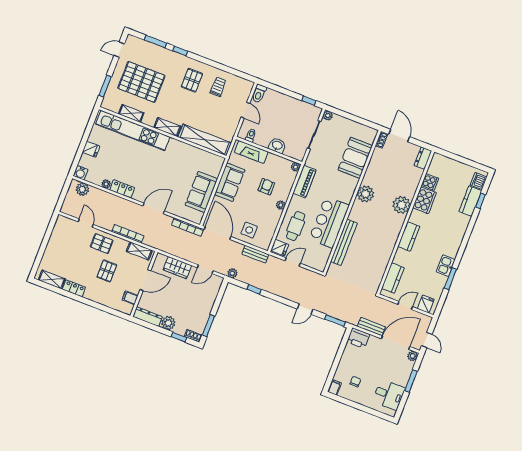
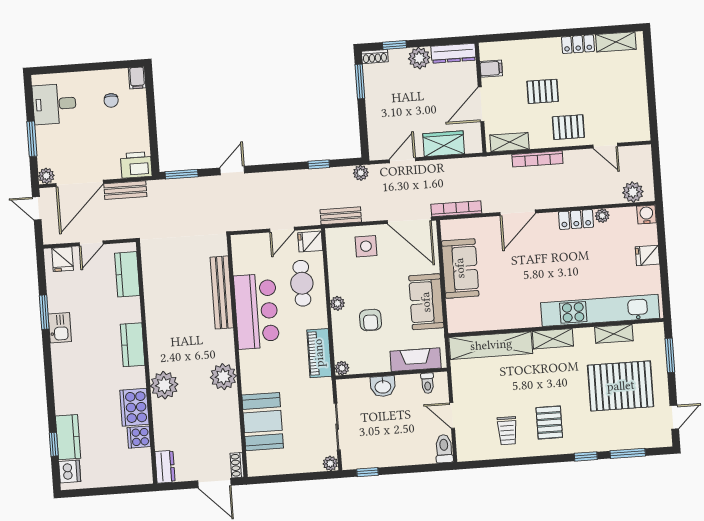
pallet: (107, 271) -> (543, 91), turned 90

